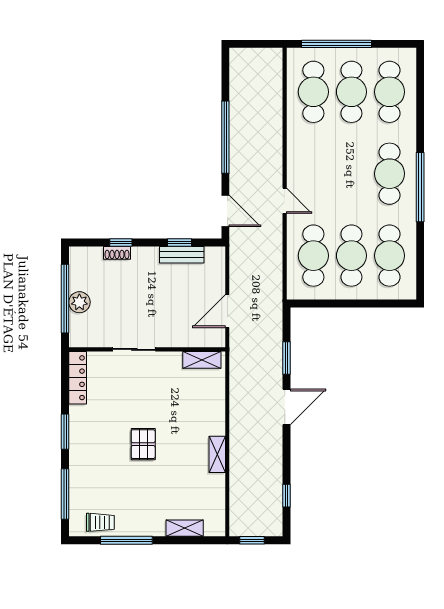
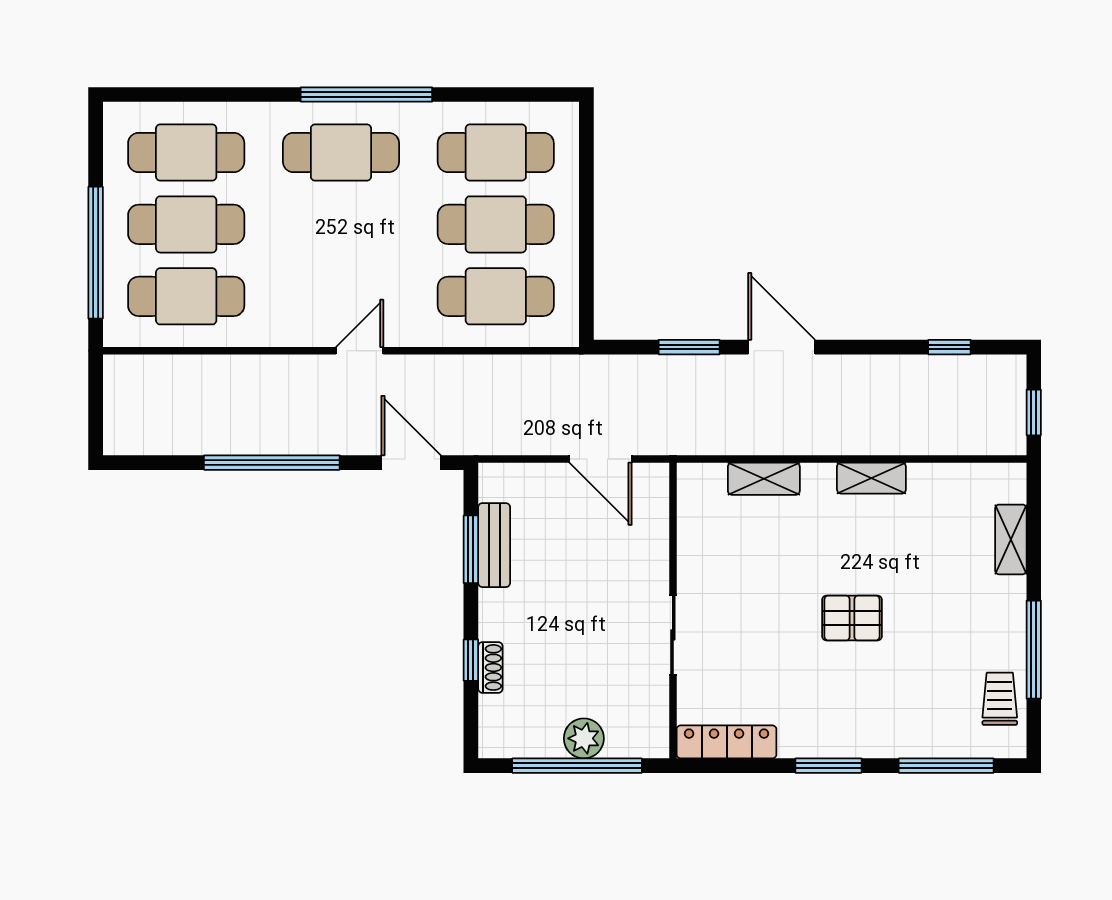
door: (285, 201) -> (360, 351), moved
door: (225, 211) -> (411, 463), hinge flipped
window: (179, 242) -> (471, 549), width x1.50
shelving: (202, 360) -> (764, 479), moved, turned 90

